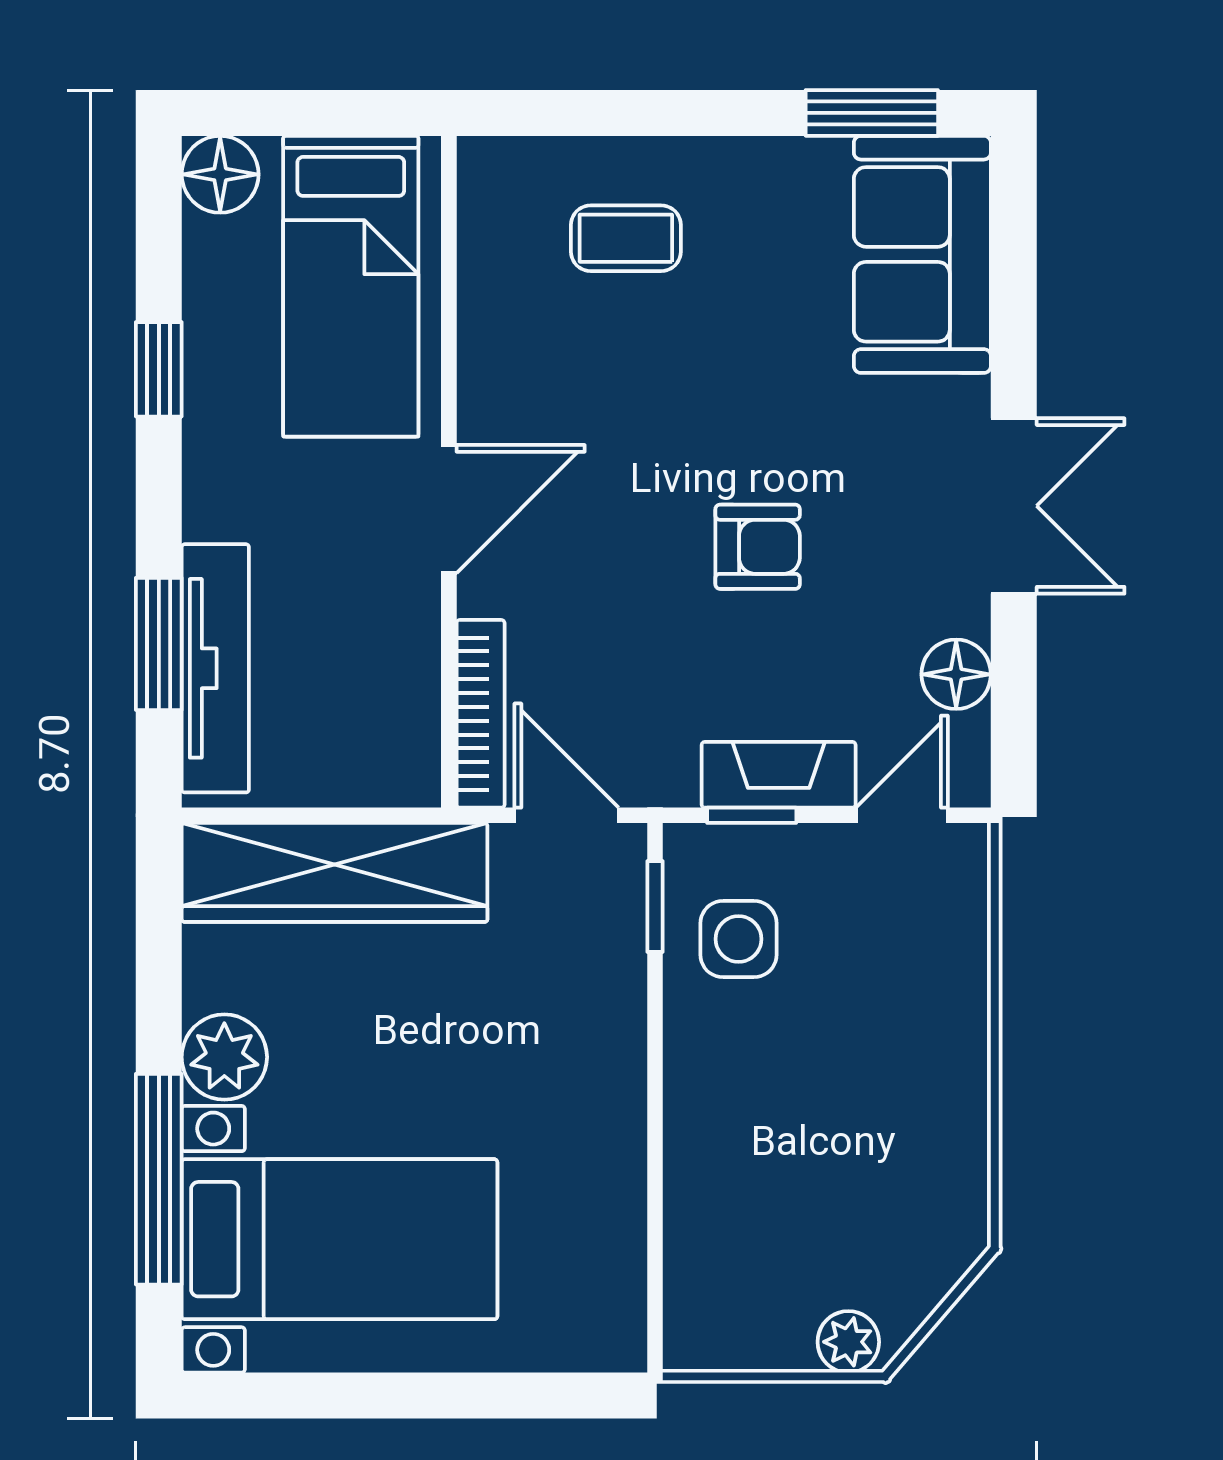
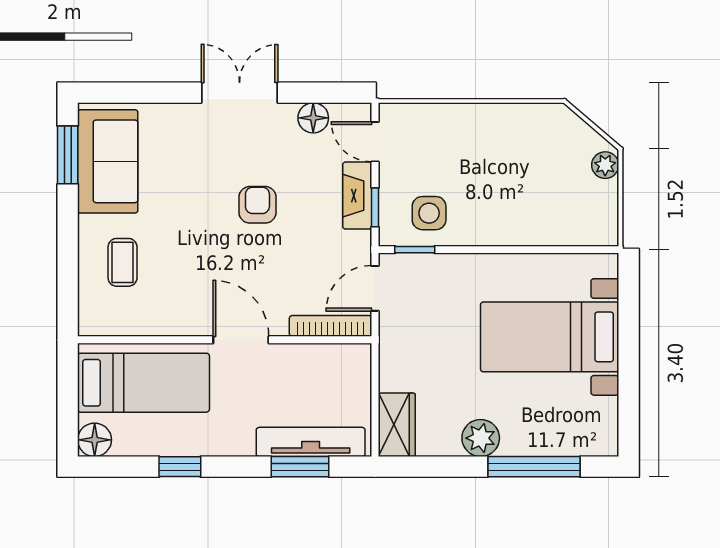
sofa: (922, 254) -> (108, 161), moved, turned -90
wardrobe: (335, 872) -> (397, 425), width x0.48, depth x0.85
bed with nightstands: (339, 1239) -> (550, 337), moved, turned -90

